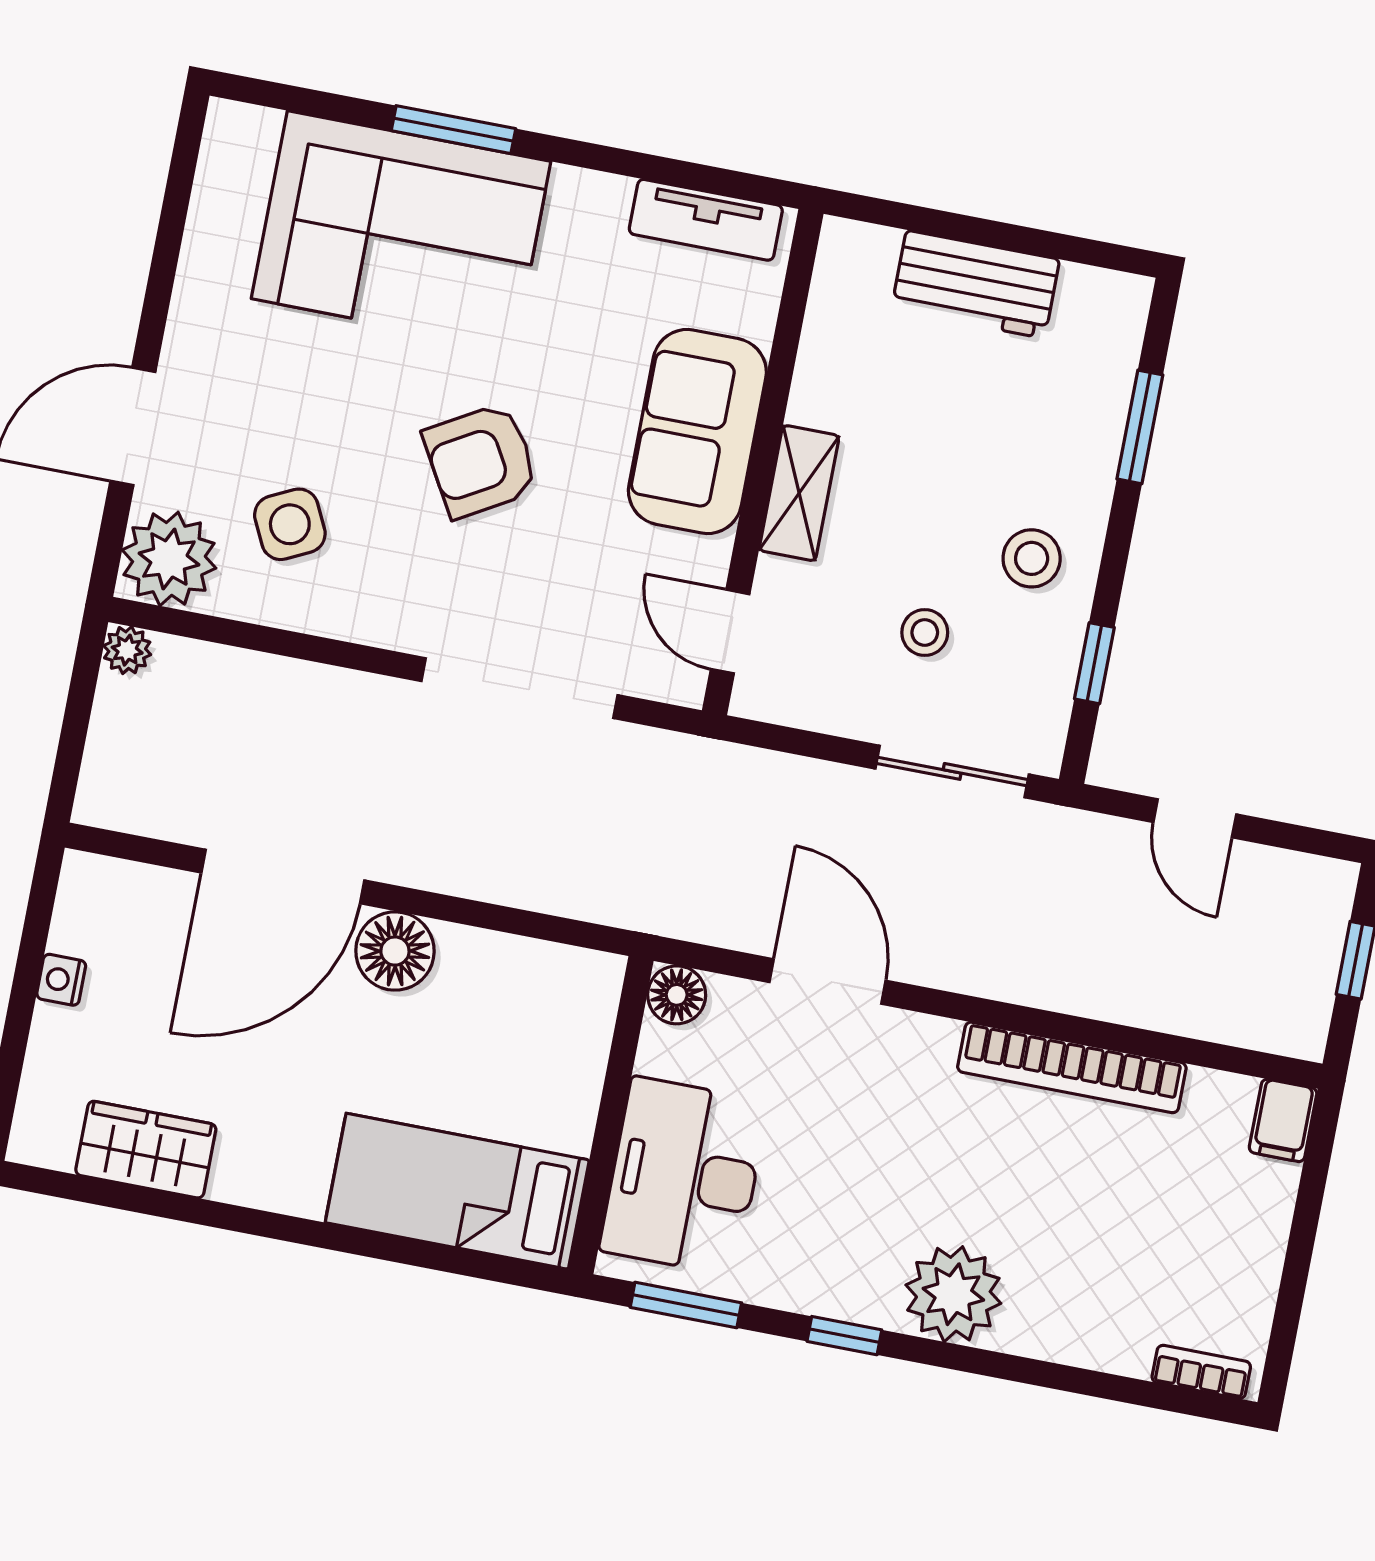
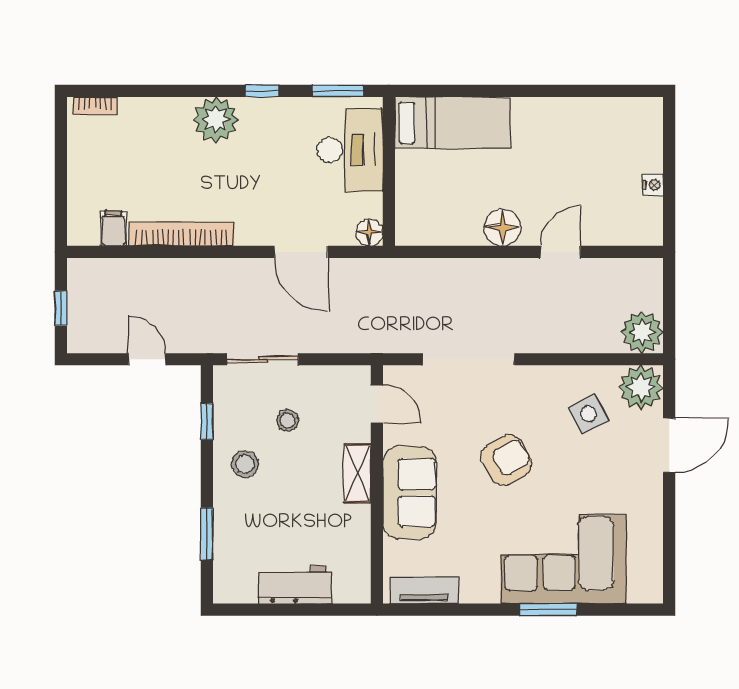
plant: (127, 650) -> (642, 332), width x1.88, depth x1.88
door: (283, 877) -> (560, 252), width x0.53
filing cabinet: (1283, 1120) -> (113, 228), moved
wardrobe: (146, 1150) -> (599, 114), removed

